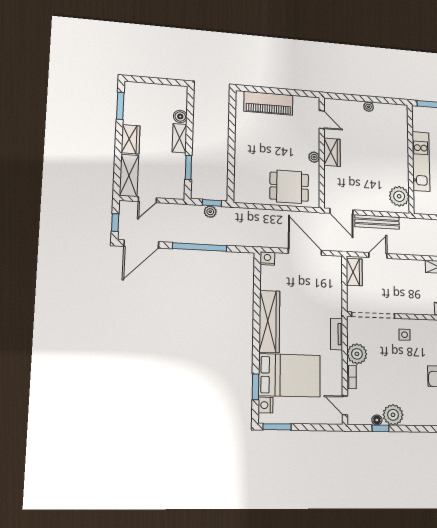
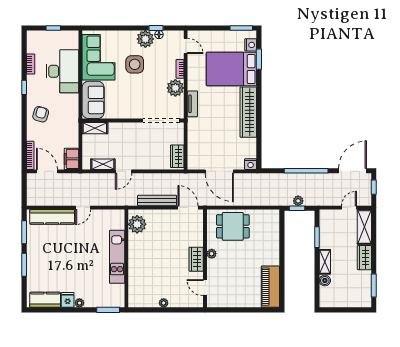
piano: (268, 103) -> (270, 287), moved, turned -90
door: (378, 256) -> (124, 171), moved
side table: (405, 335) -> (135, 64), moved, width x1.87, depth x1.87

